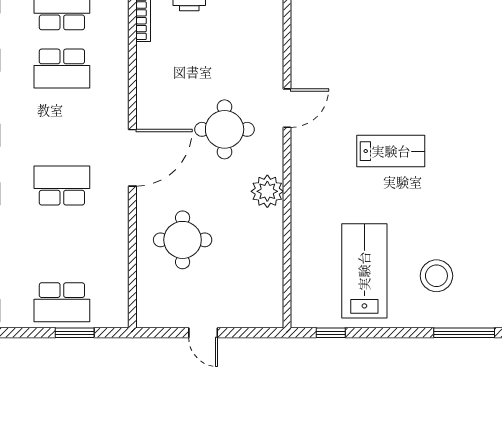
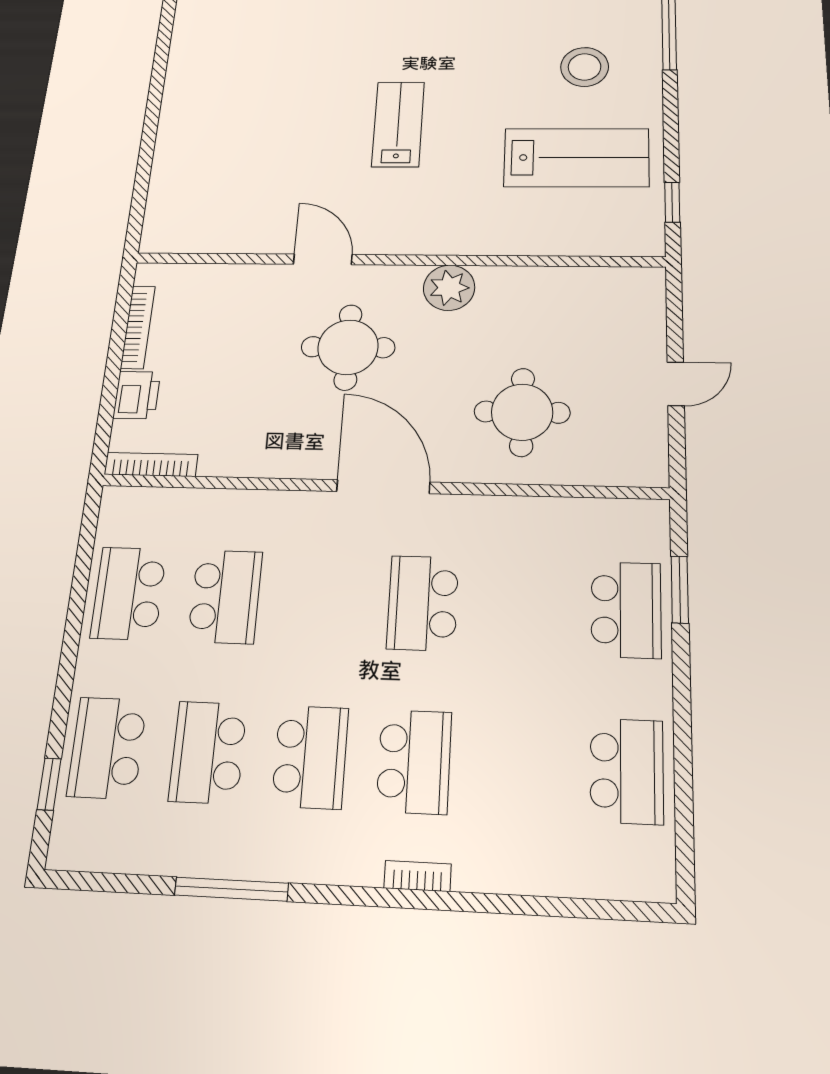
lab bench: (364, 271) -> (576, 158), turned 180

